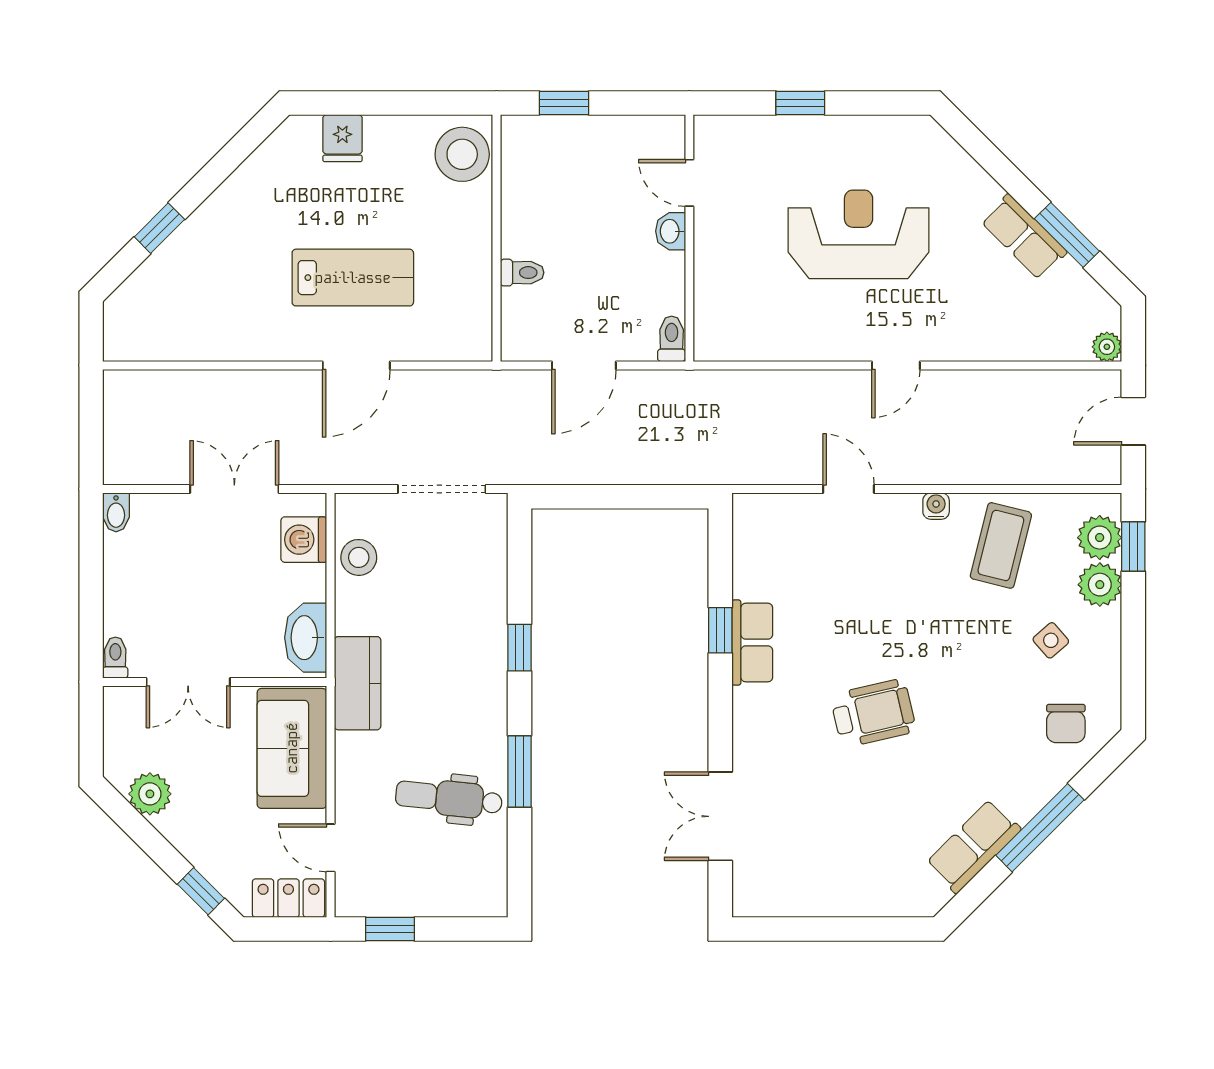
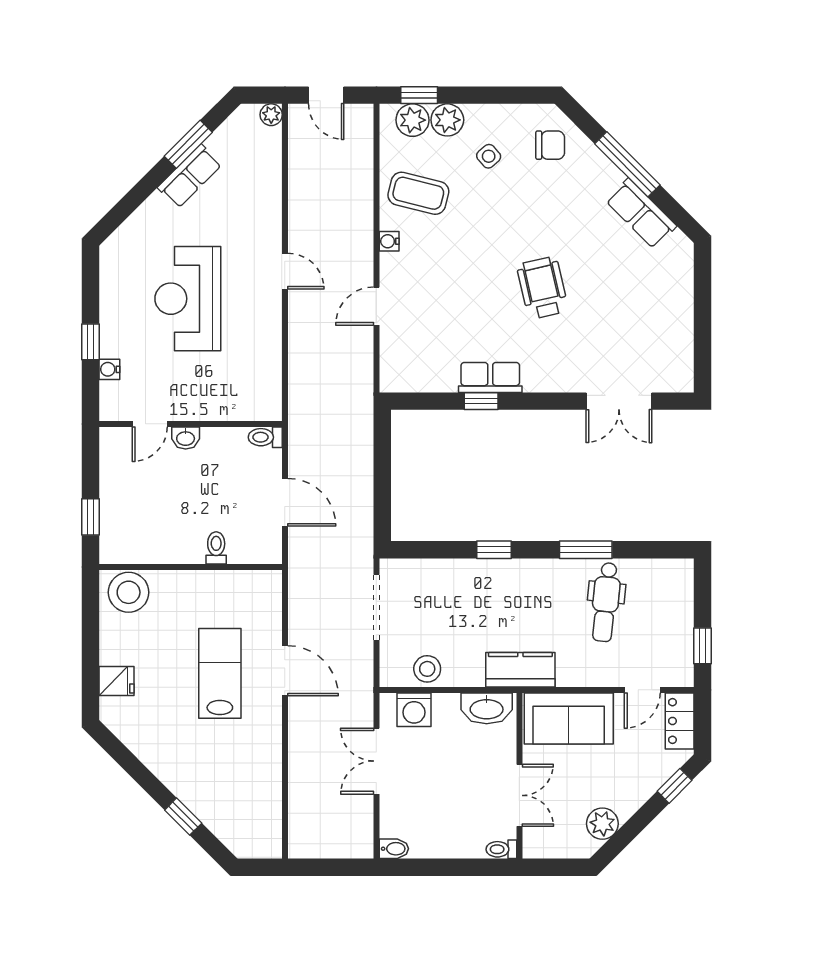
water cooler: (763, 128) -> (109, 369), added

